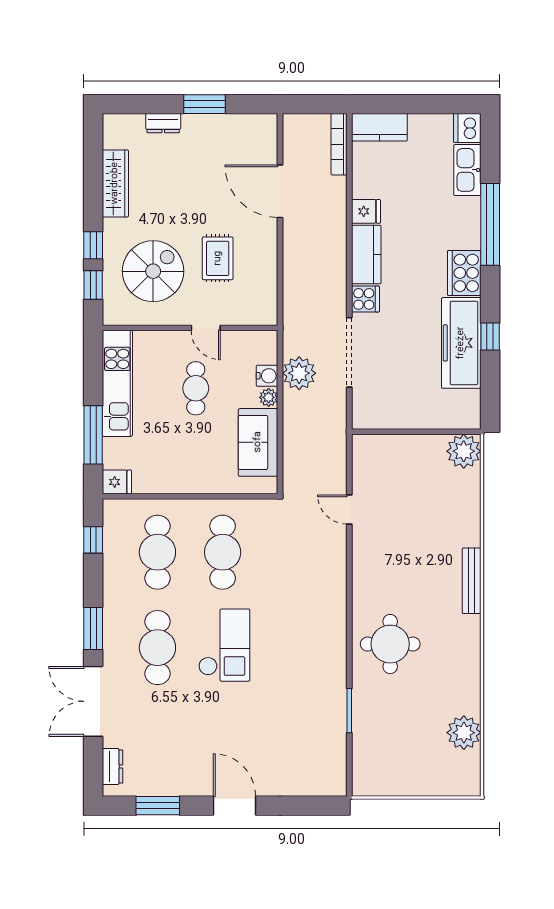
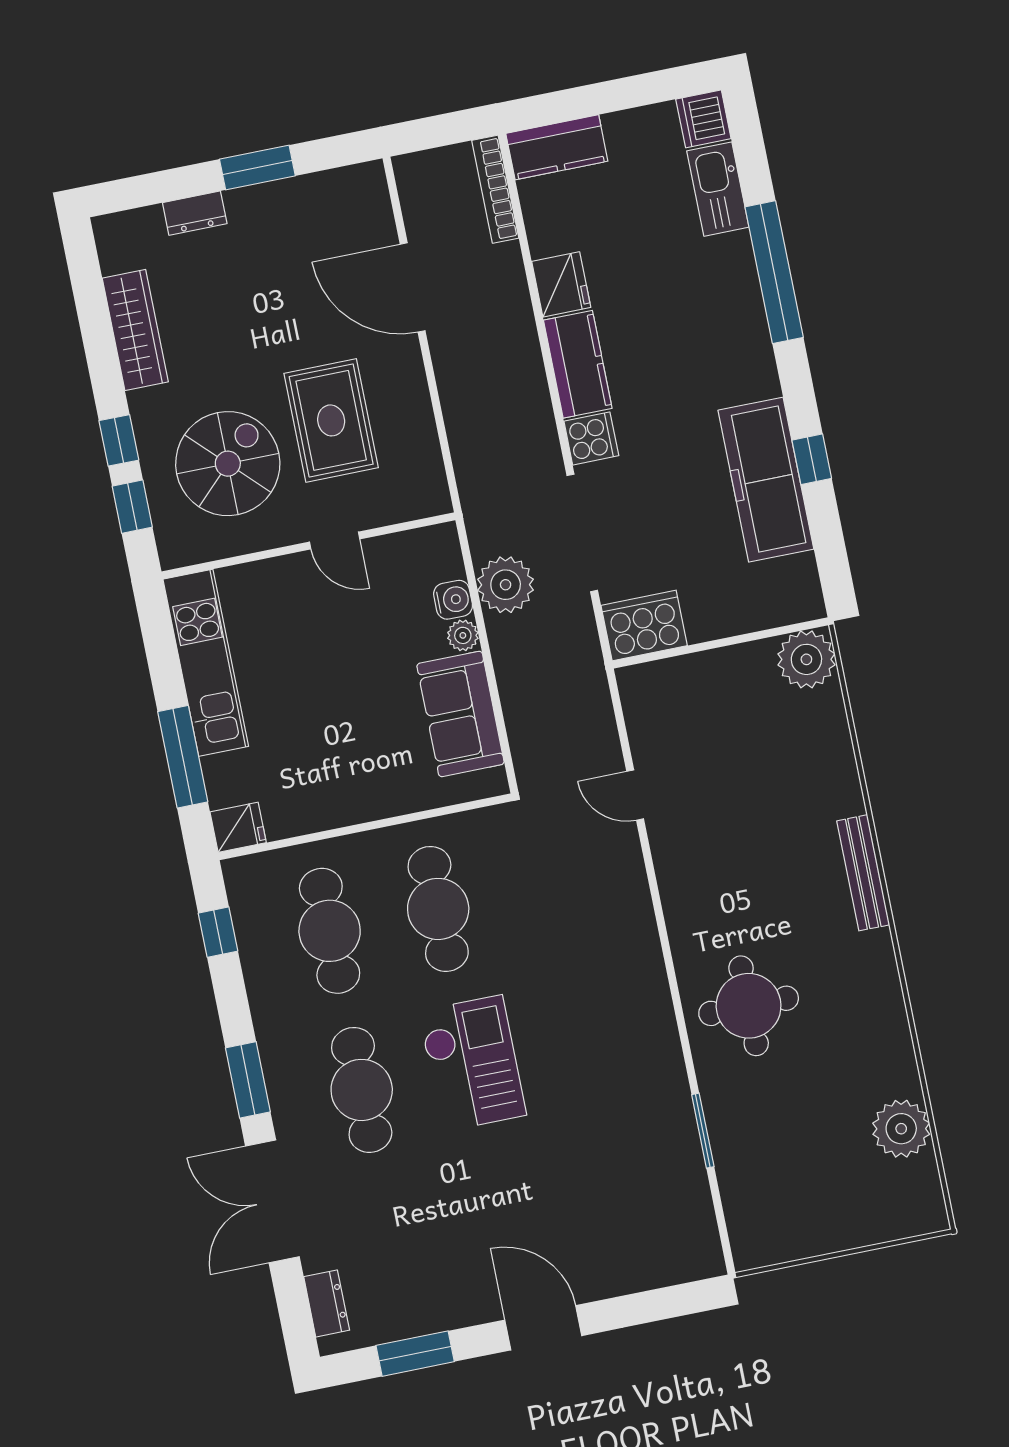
fridge: (366, 211) -> (561, 284), width x1.38
rug: (218, 258) -> (331, 420), width x1.36, depth x1.43
cooker: (464, 273) -> (644, 625), moved, turned 90
cafe table: (196, 388) -> (338, 645), removed

